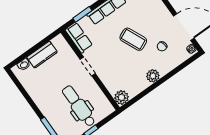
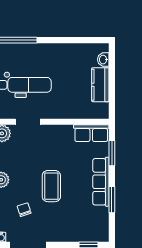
coffee table: (133, 39) -> (51, 186), turned -66
doorway: (88, 66) -> (28, 122), moved

